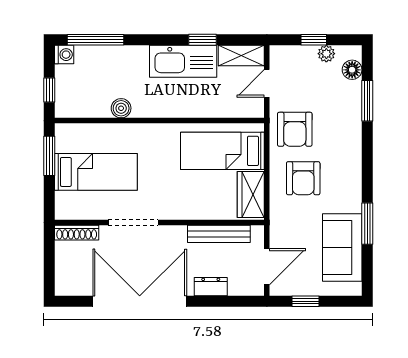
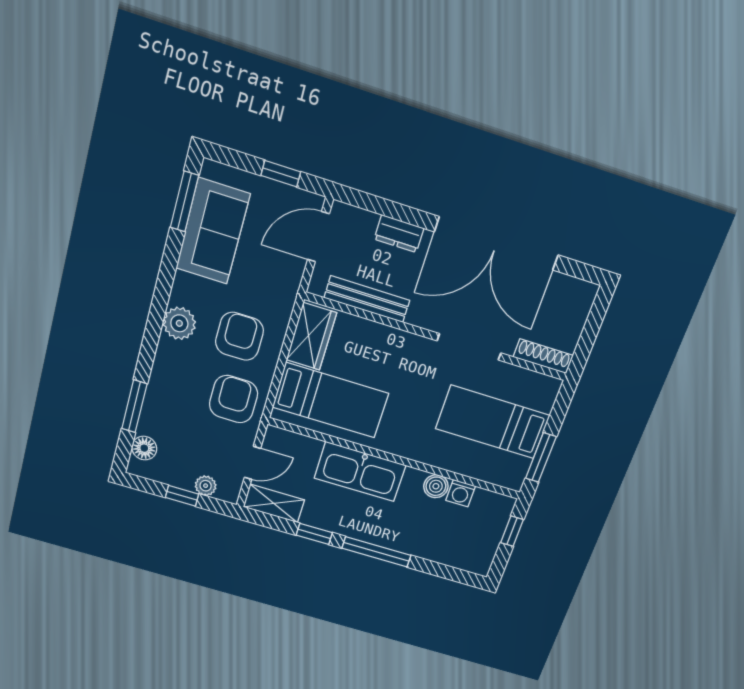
window: (96, 40) -> (376, 552), moved
plant: (326, 54) -> (206, 486), moved
washing machine: (64, 55) -> (461, 493), moved, turned -90
kitchen sink: (183, 61) -> (360, 472), moved, turned 180
plant: (349, 174) -> (179, 323), added
window: (367, 224) -> (184, 202), moved

